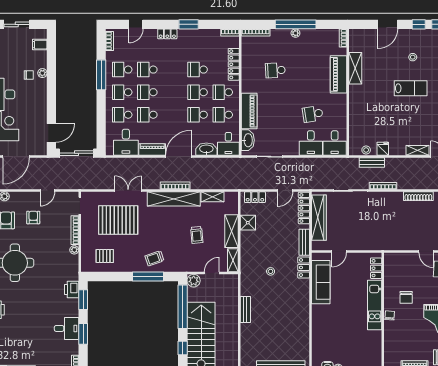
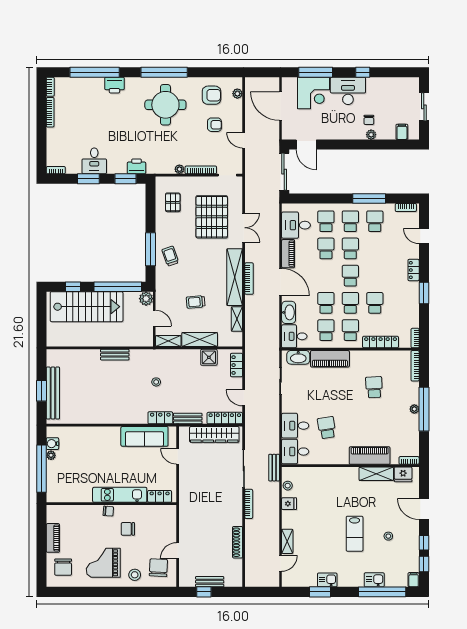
fridge: (356, 43) -> (403, 474), added
school desk: (147, 70) -> (350, 276), moved
bench: (372, 163) -> (274, 468), moved

